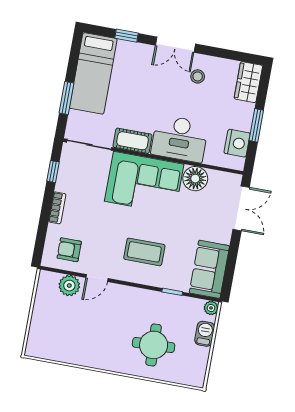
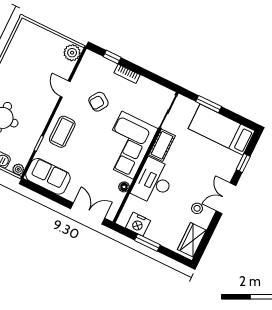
wardrobe: (248, 82) -> (192, 240), moved, turned -90
window: (53, 172) -> (112, 57), moved
floor lamp: (195, 179) -> (124, 187), width x0.53, depth x0.53
double door: (241, 208) -> (88, 213), swing flipped
armchair: (69, 250) -> (98, 102), moved, turned -146
coffee table: (144, 252) -> (62, 132), moved
plant: (69, 286) -> (72, 53), moved

